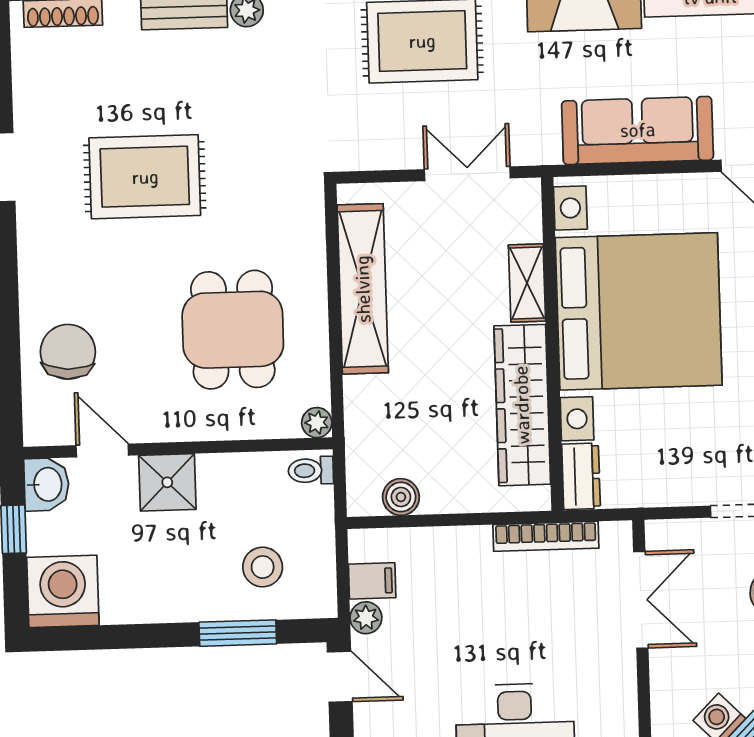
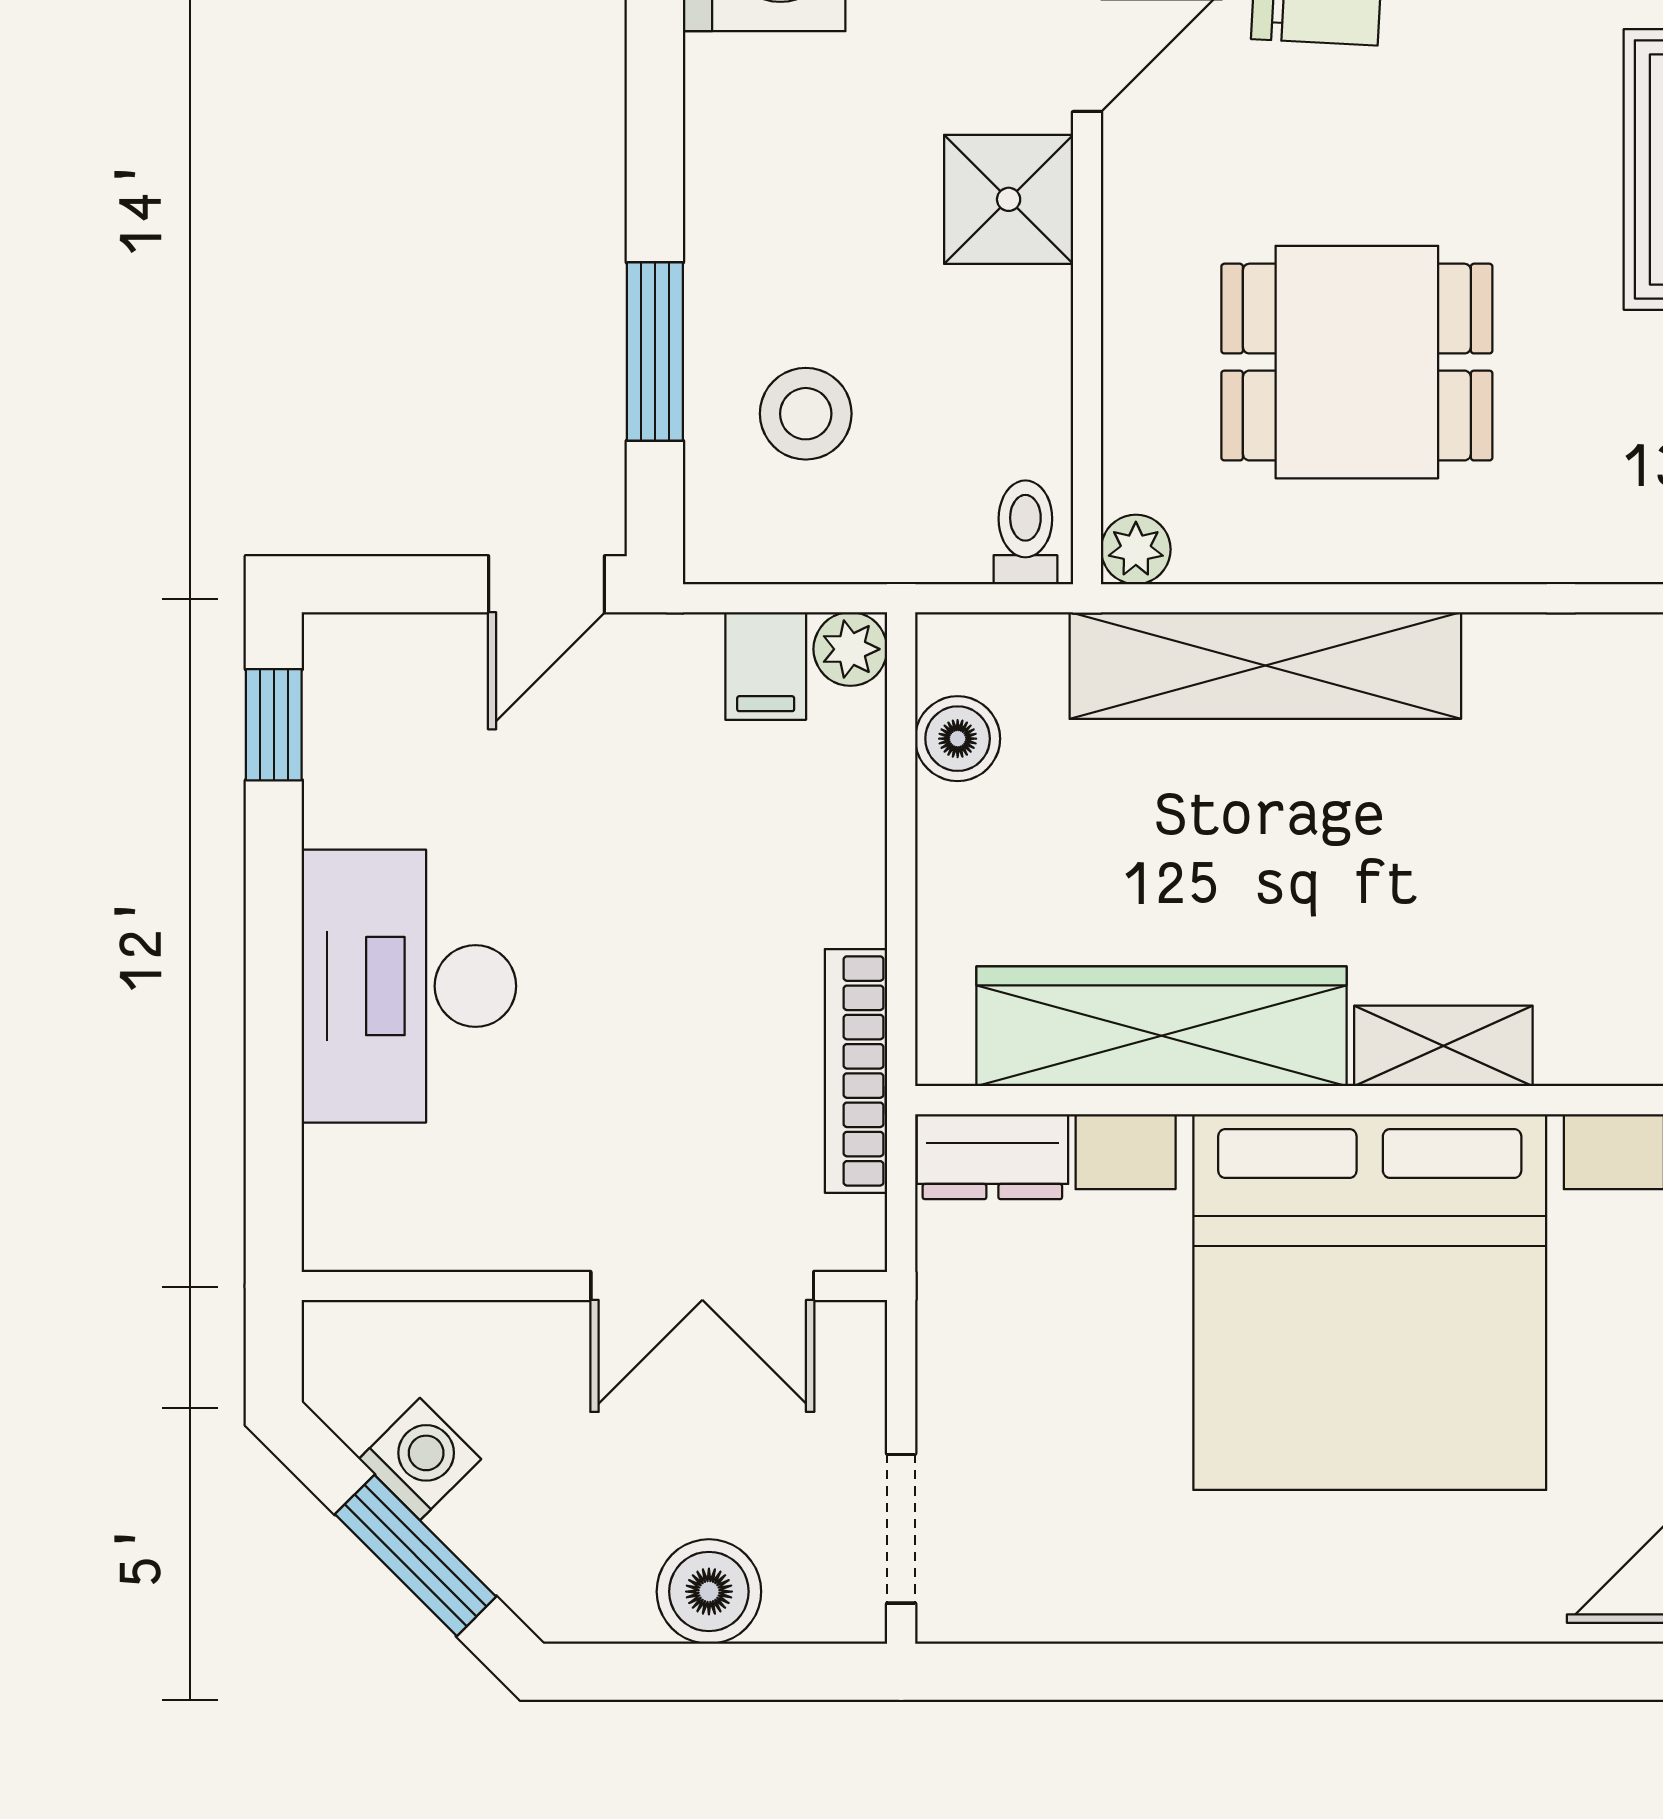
shelving: (363, 289) -> (1265, 666), moved
plant: (366, 618) -> (850, 649), moved

